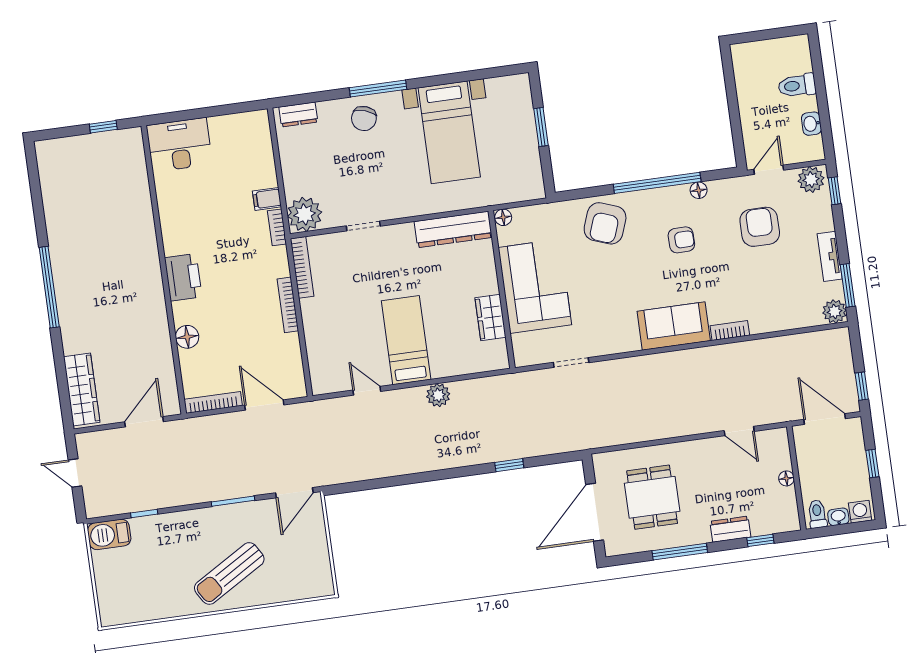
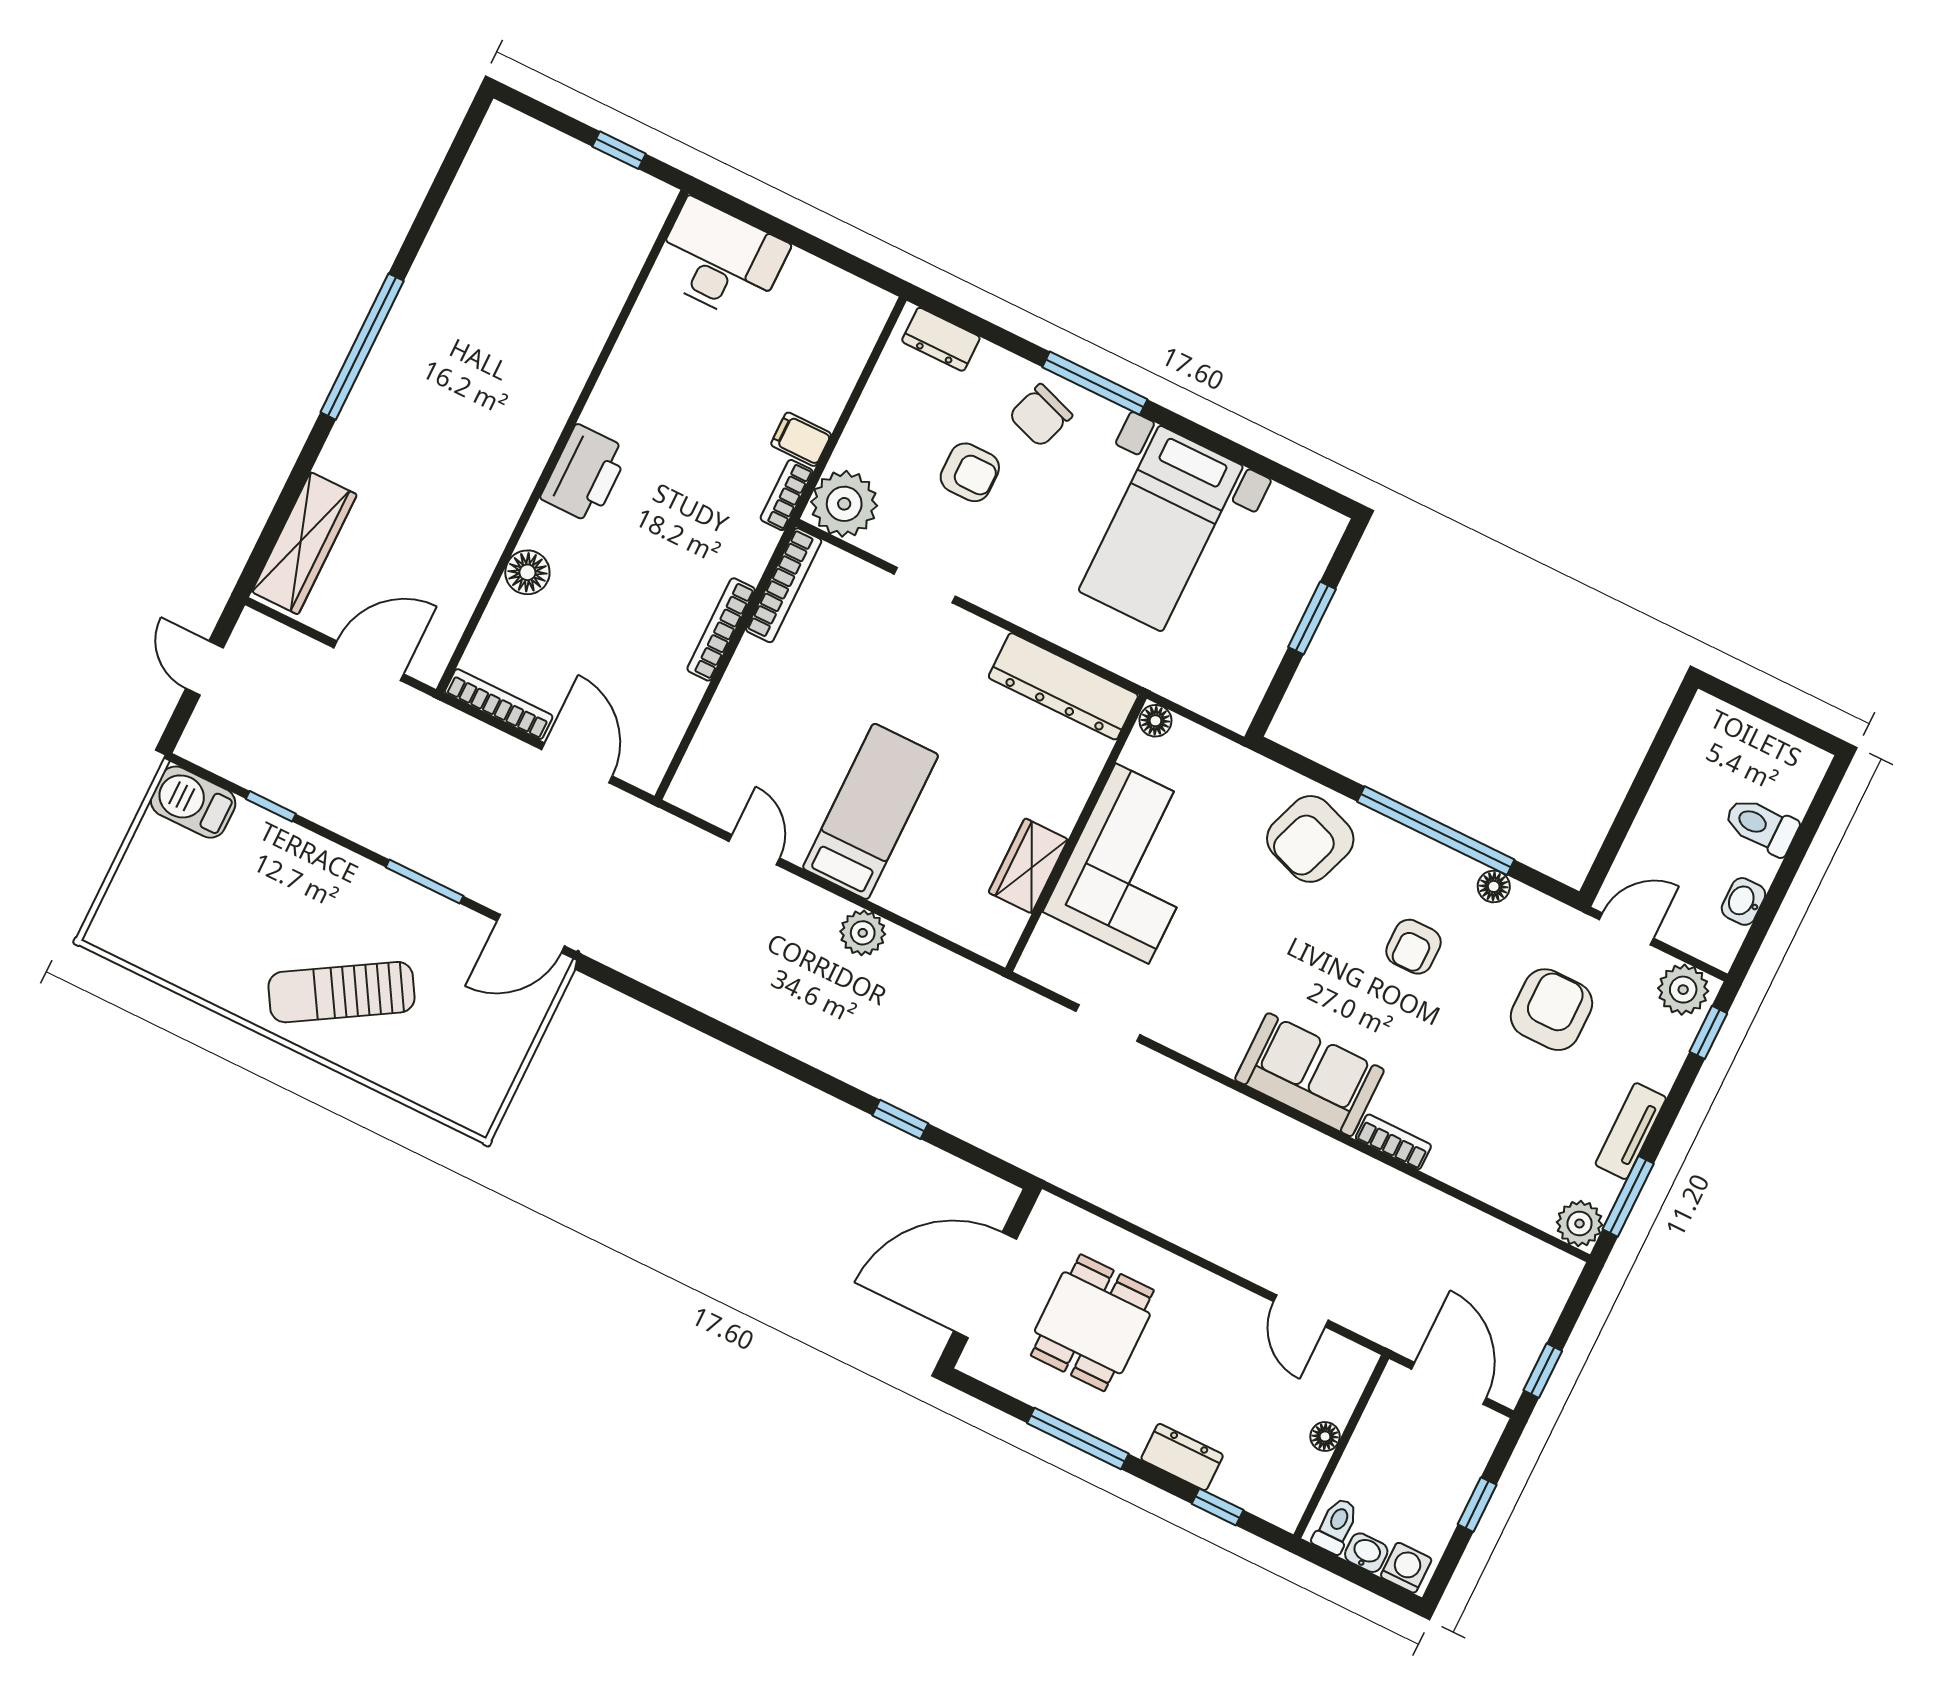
armchair: (350, 164) -> (970, 472), added
armchair: (681, 240) -> (1413, 947), turned 91

